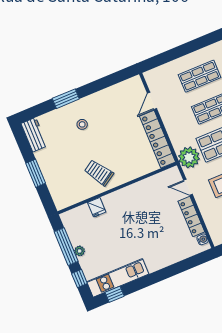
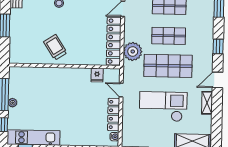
plant: (189, 157) -> (133, 51), moved
fridge: (97, 207) -> (97, 75), moved

